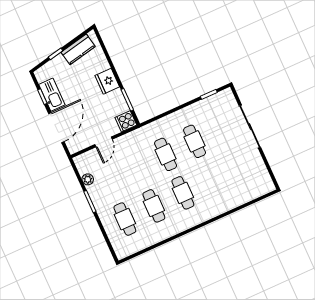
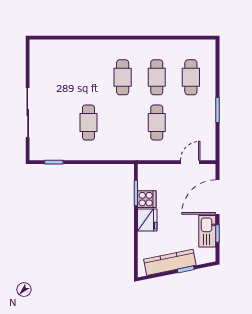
kitchen counter: (78, 49) -> (170, 262), width x1.50
cooker: (126, 121) -> (147, 199), moved
door: (104, 142) -> (190, 162), moved
cafe table: (166, 154) -> (157, 123), moved
plant: (88, 179) -> (210, 133), removed

